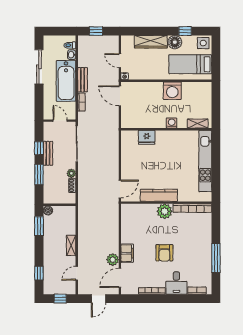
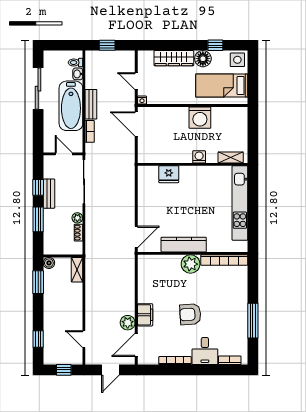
shelving: (71, 245) -> (77, 270), moved
armchair: (164, 253) -> (190, 314), turned 86
door: (77, 273) -> (84, 339), hinge flipped

